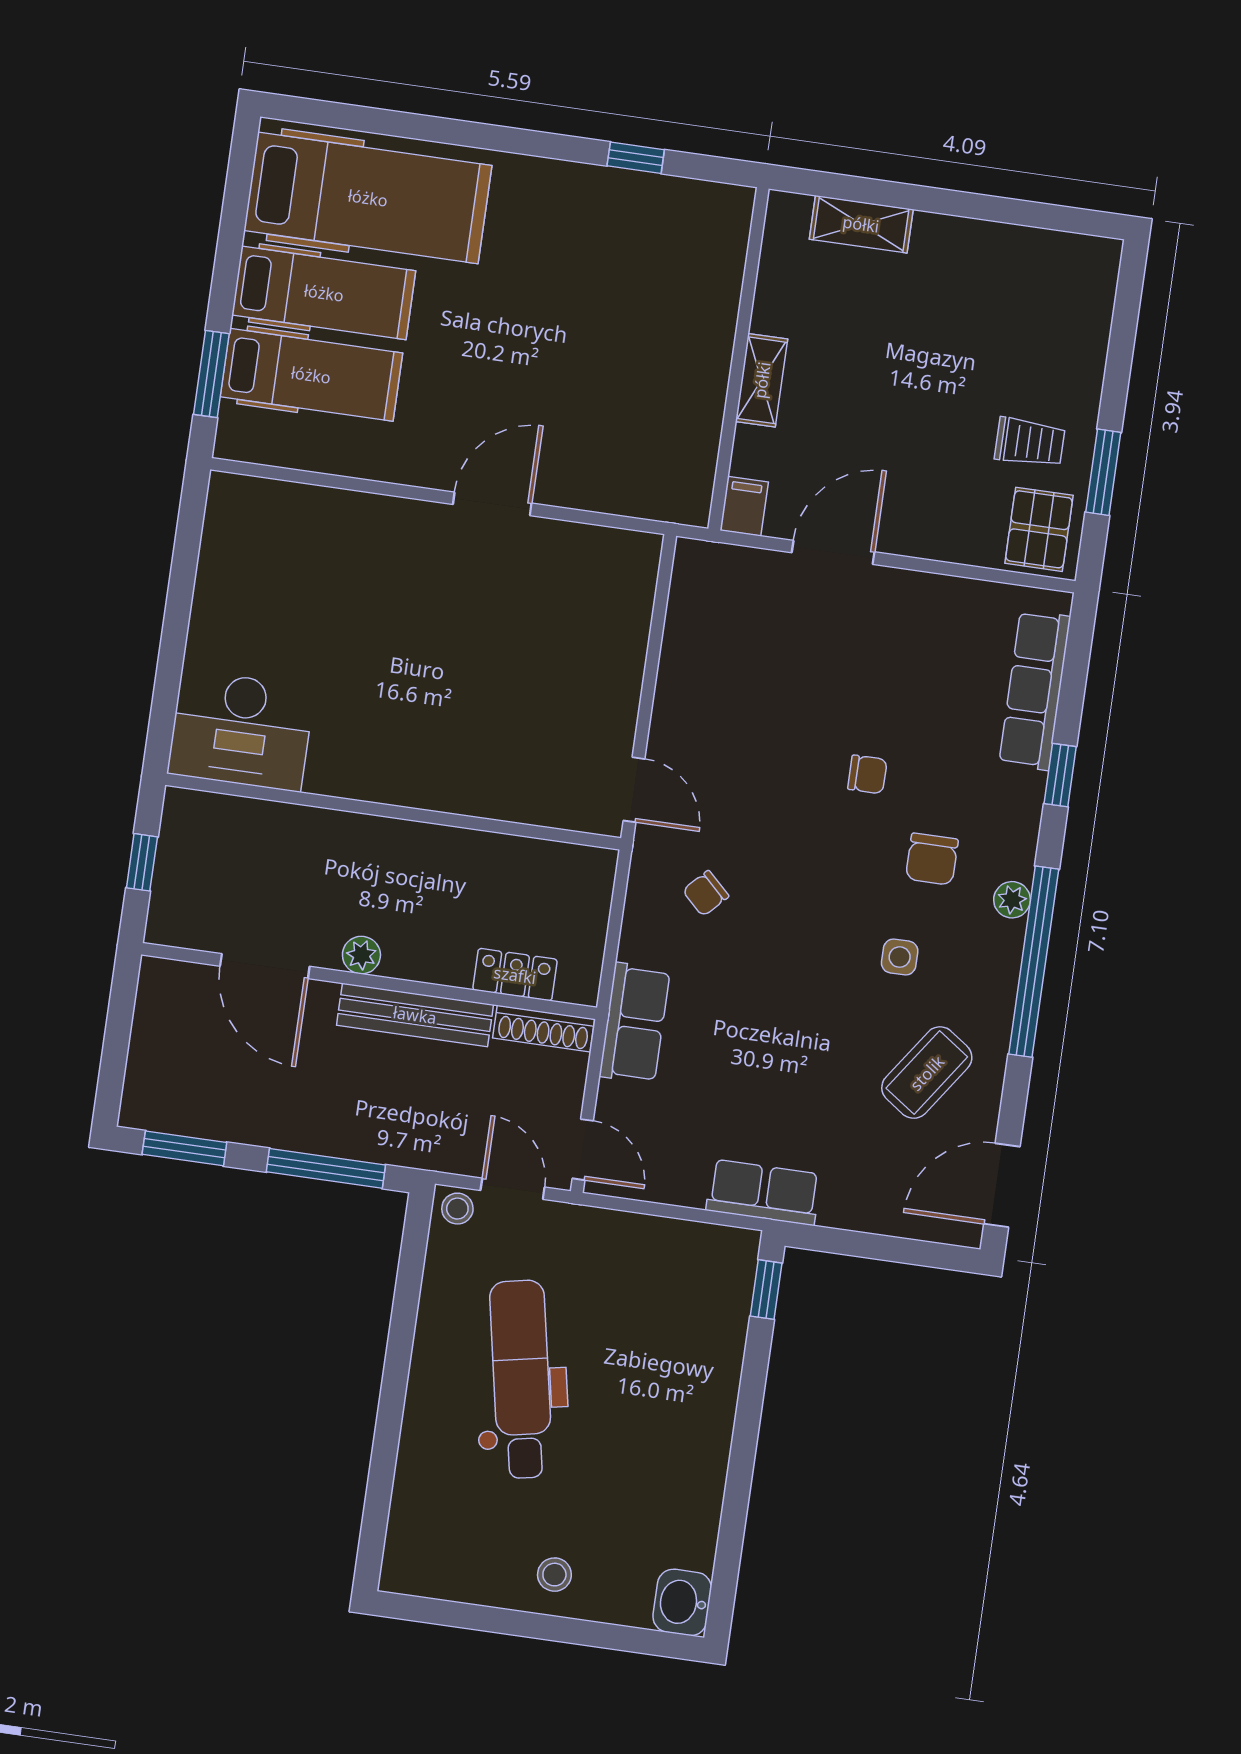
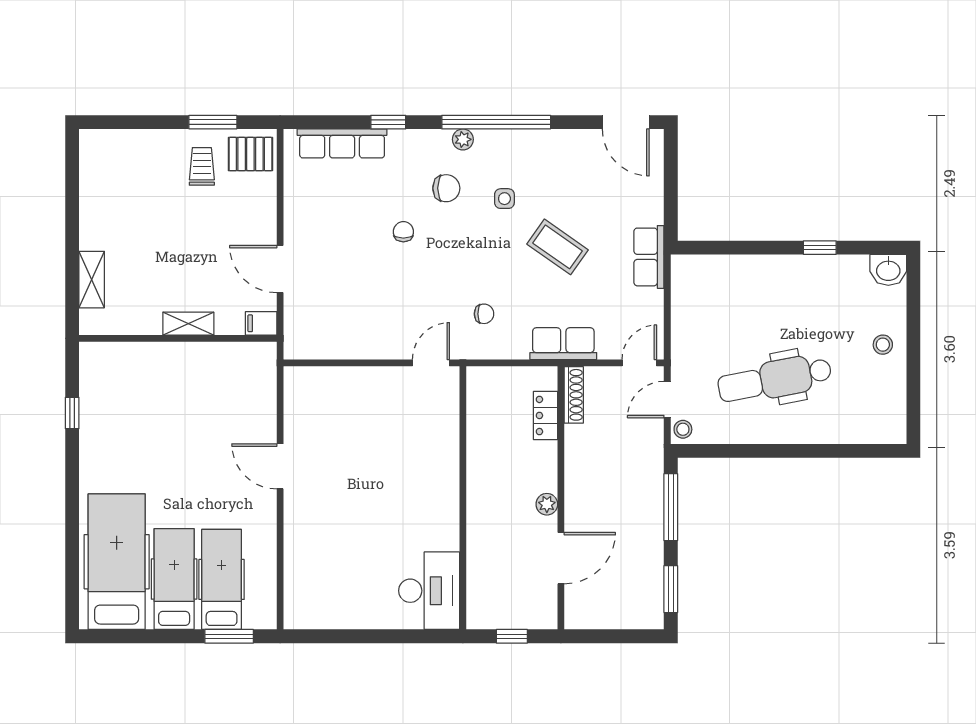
chair: (706, 893) -> (484, 314), turned -44
bench: (415, 1015) -> (576, 469), removed
coffee table: (927, 1073) -> (557, 247), moved
window: (766, 1290) -> (820, 248), moved

